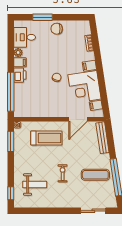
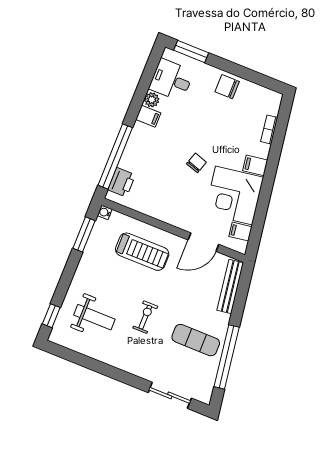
window: (43, 17) -> (191, 51), moved
printer: (20, 75) -> (122, 182), moved

